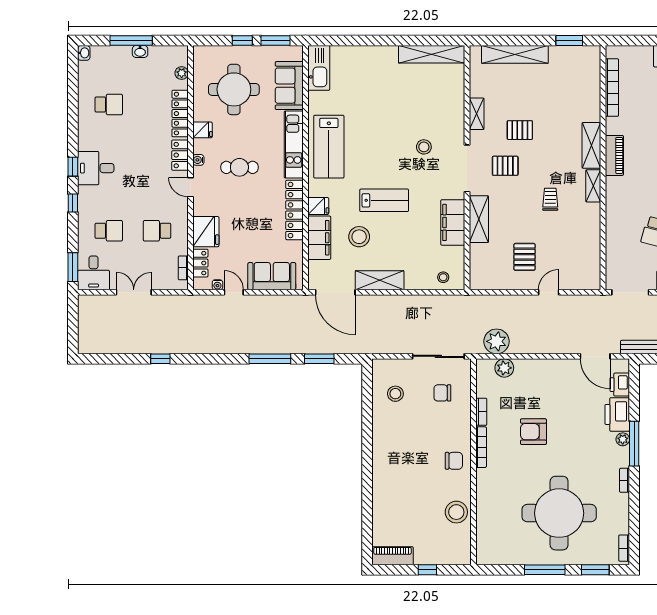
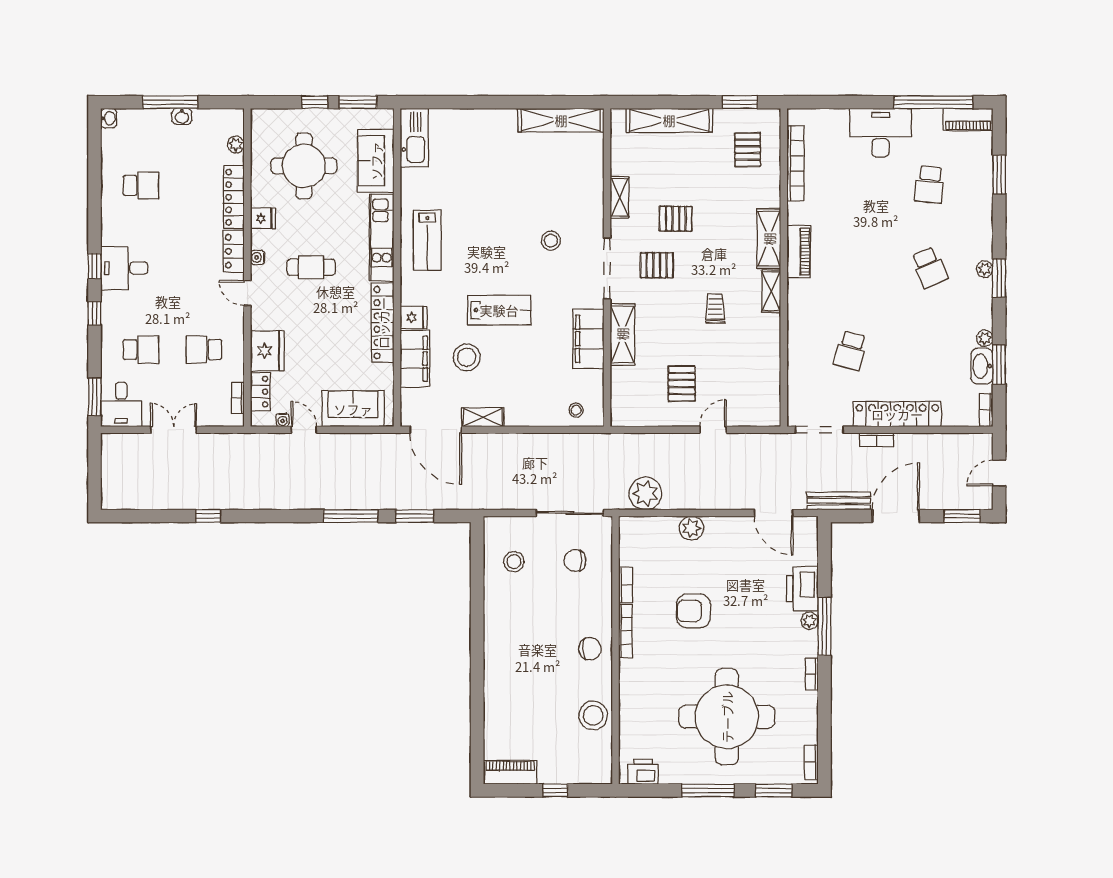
pallet: (575, 77) -> (748, 150), added
lab bench: (329, 147) -> (427, 240), width x0.73, depth x0.72
shelving: (380, 280) -> (483, 417), width x0.67, depth x0.75
plant: (504, 368) -> (692, 528), moved
printer: (620, 385) -> (643, 772), moved, turned 90

